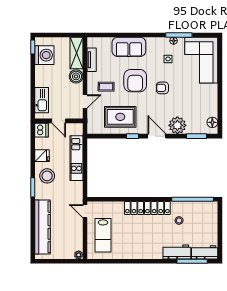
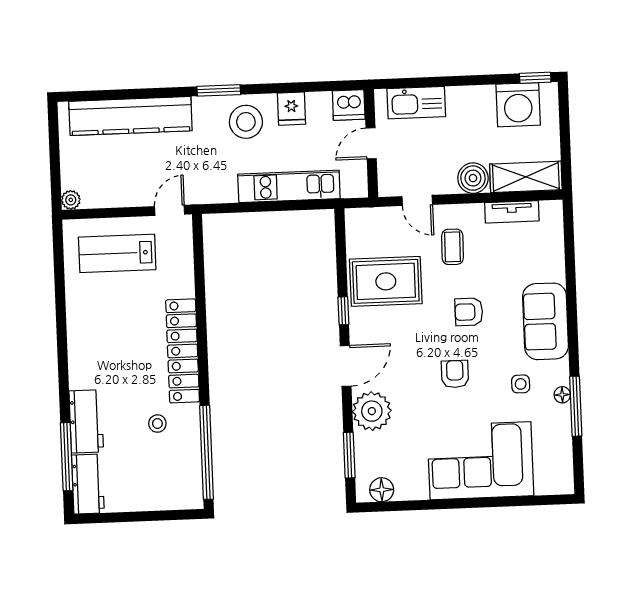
sofa: (129, 47) -> (545, 321), moved
corner sofa: (201, 60) -> (481, 461), moved
armchair: (135, 81) -> (469, 312), width x0.53, depth x0.53
rug: (120, 117) -> (386, 281), turned 90

